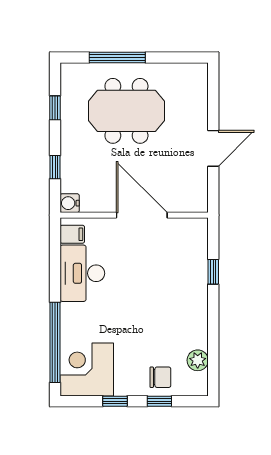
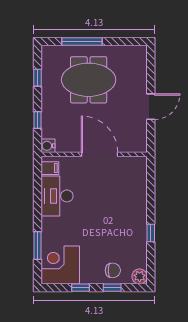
window: (213, 272) -> (151, 233), moved
window: (55, 342) -> (37, 245), width x0.47
plant: (198, 360) -> (140, 276), moved

